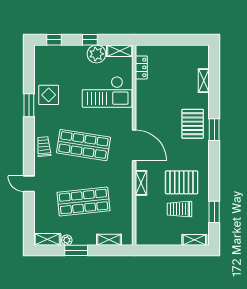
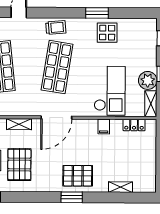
checkout: (107, 92) -> (110, 91), turned 180
filing cabinet: (143, 98) -> (104, 127), added

